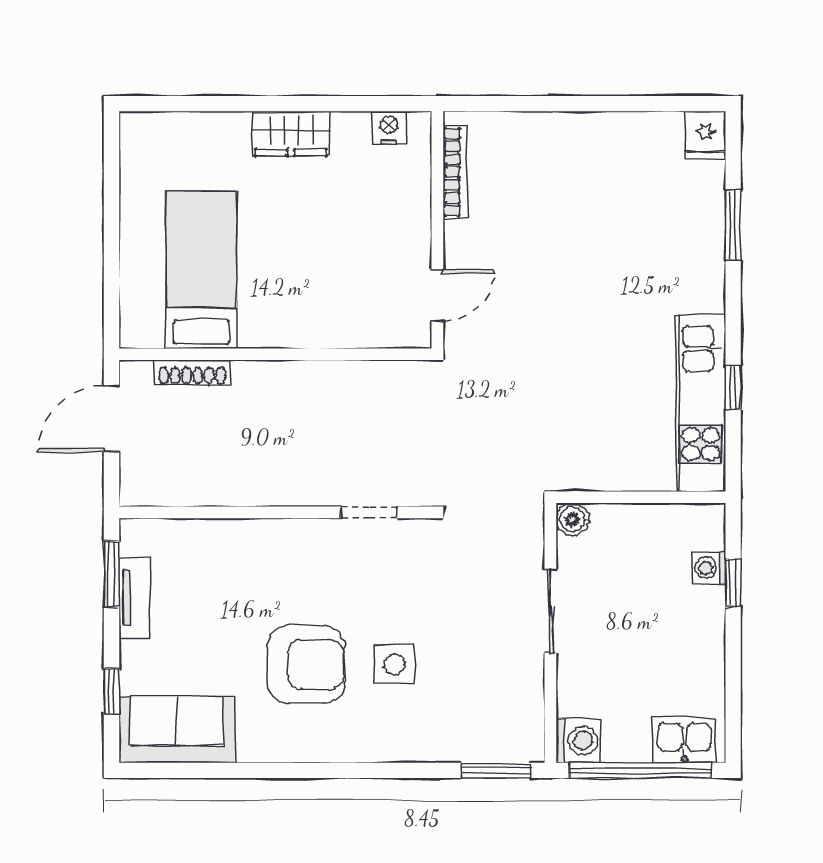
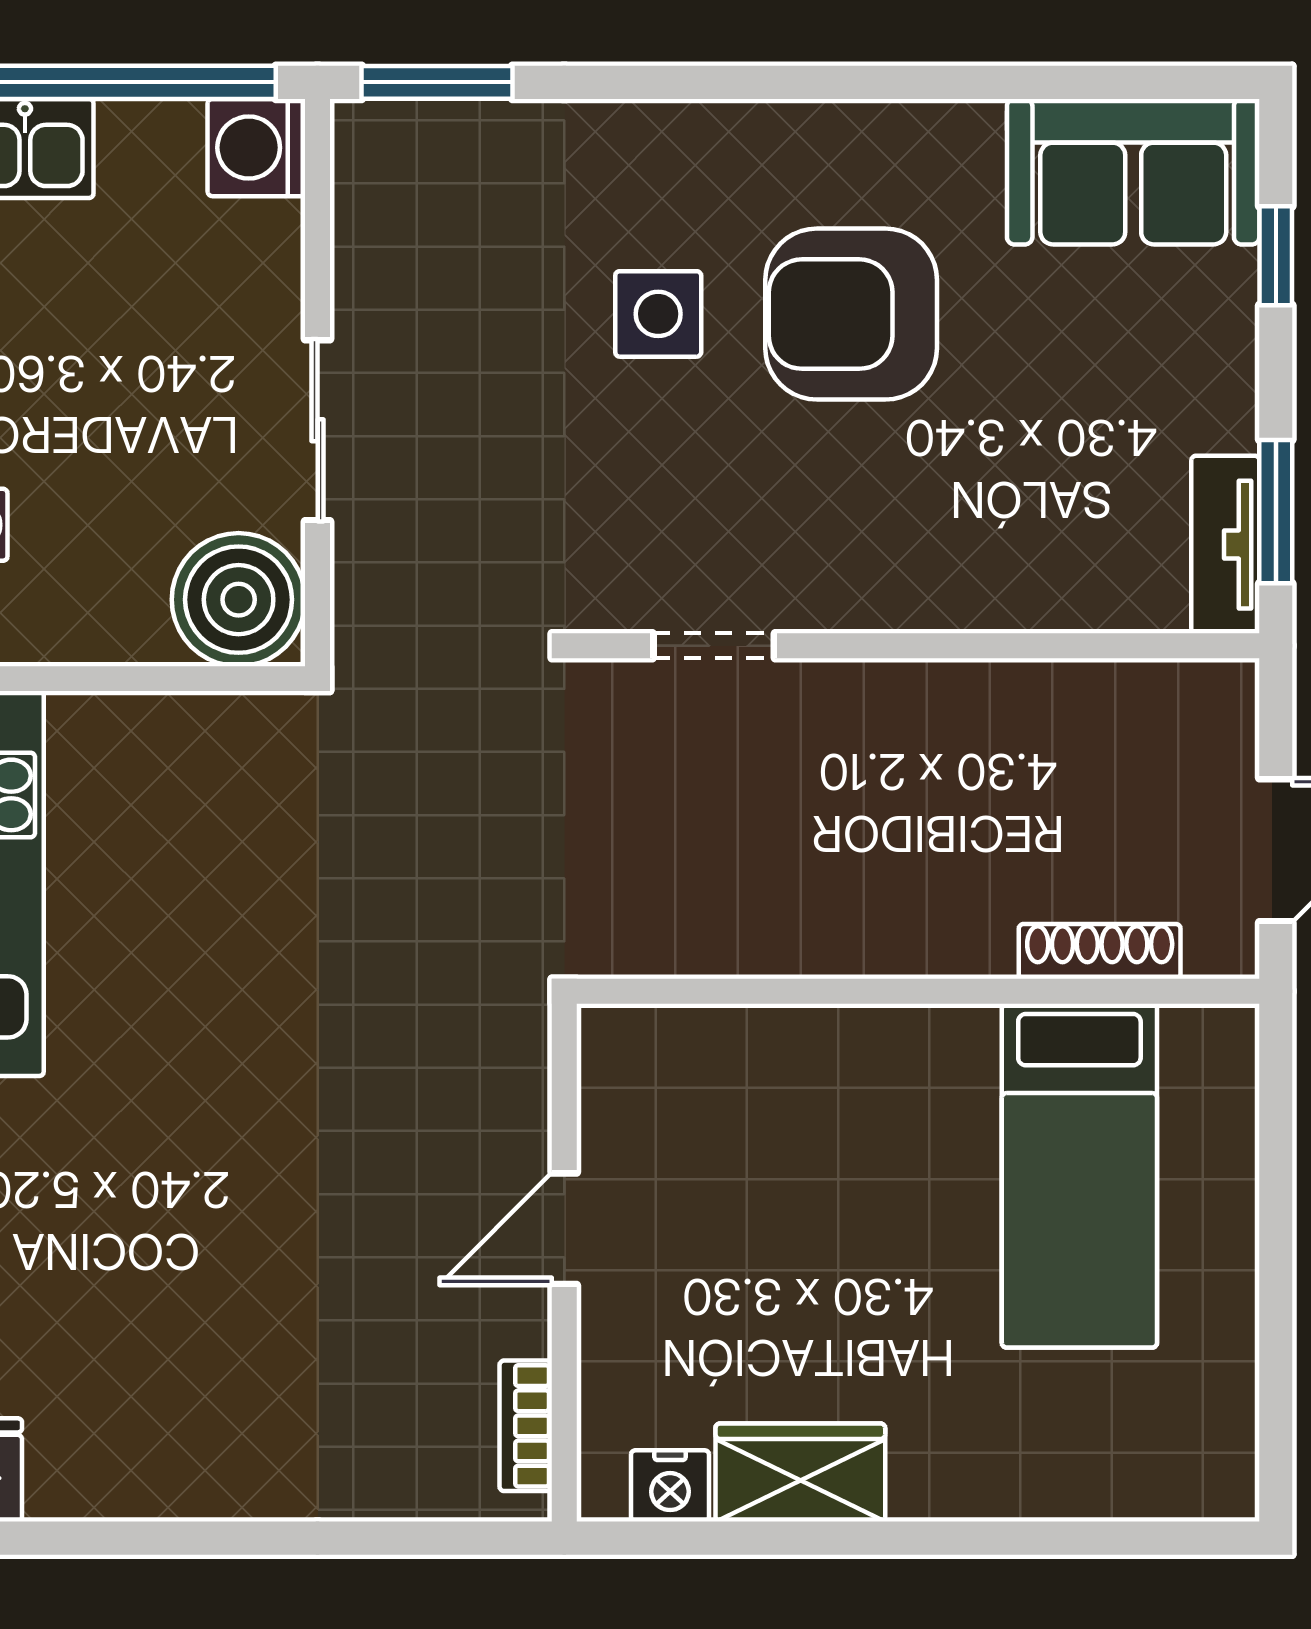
wardrobe: (291, 134) -> (800, 1473), moved
bookcase: (455, 172) -> (526, 1426), width x0.64
door: (437, 295) -> (564, 1229), moved
boiler: (572, 519) -> (239, 600), width x1.86, depth x1.86
tv unit: (135, 597) -> (1225, 545), moved

